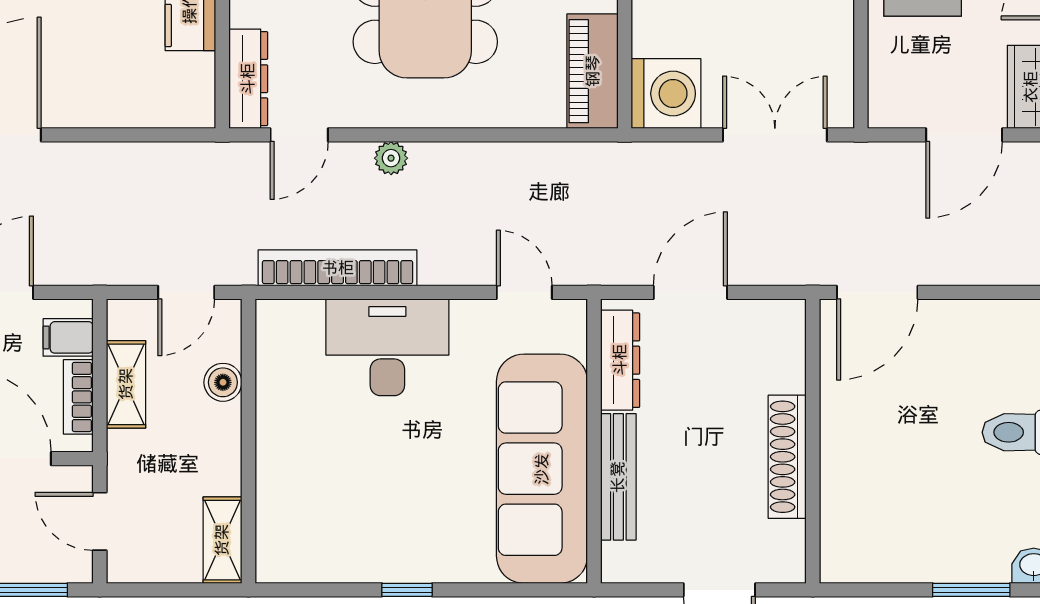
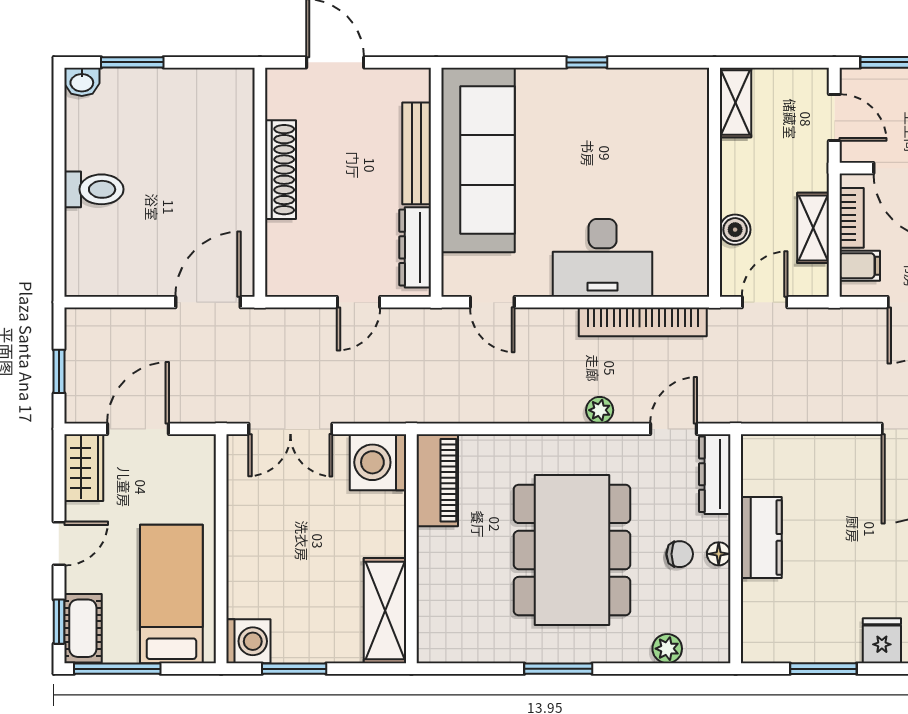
door: (690, 292) -> (359, 302), width x0.73

